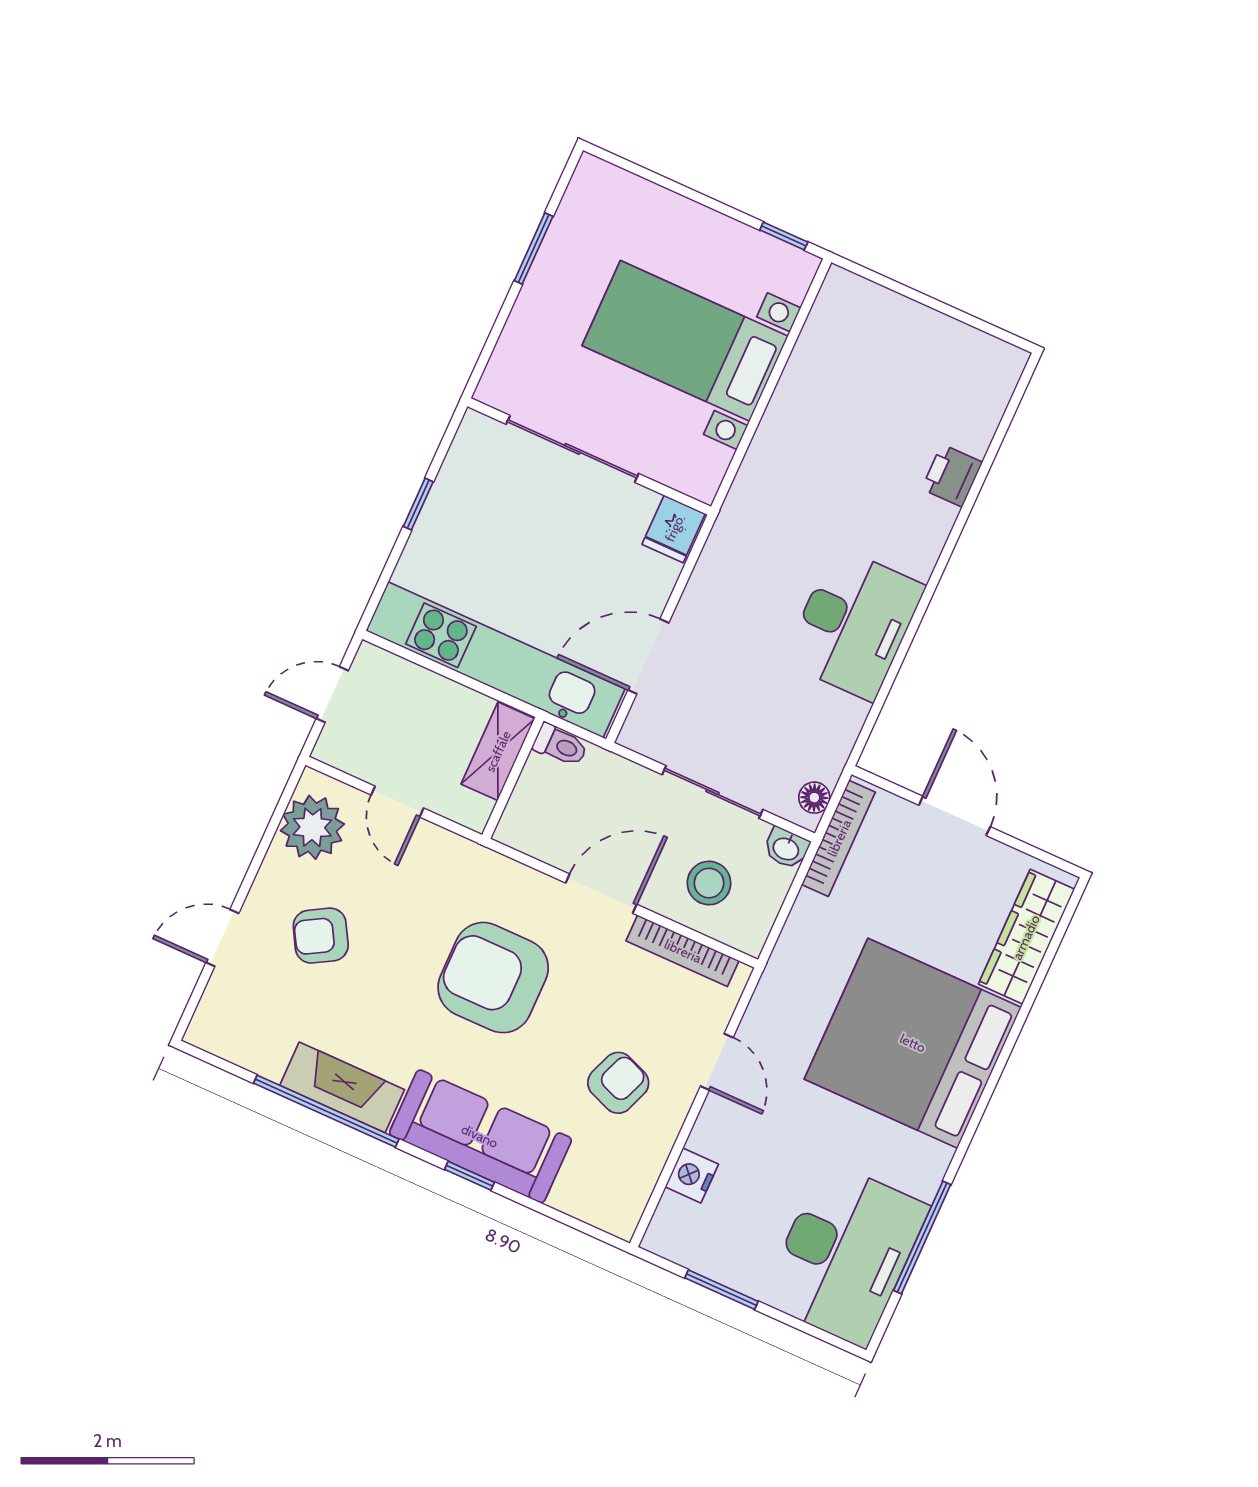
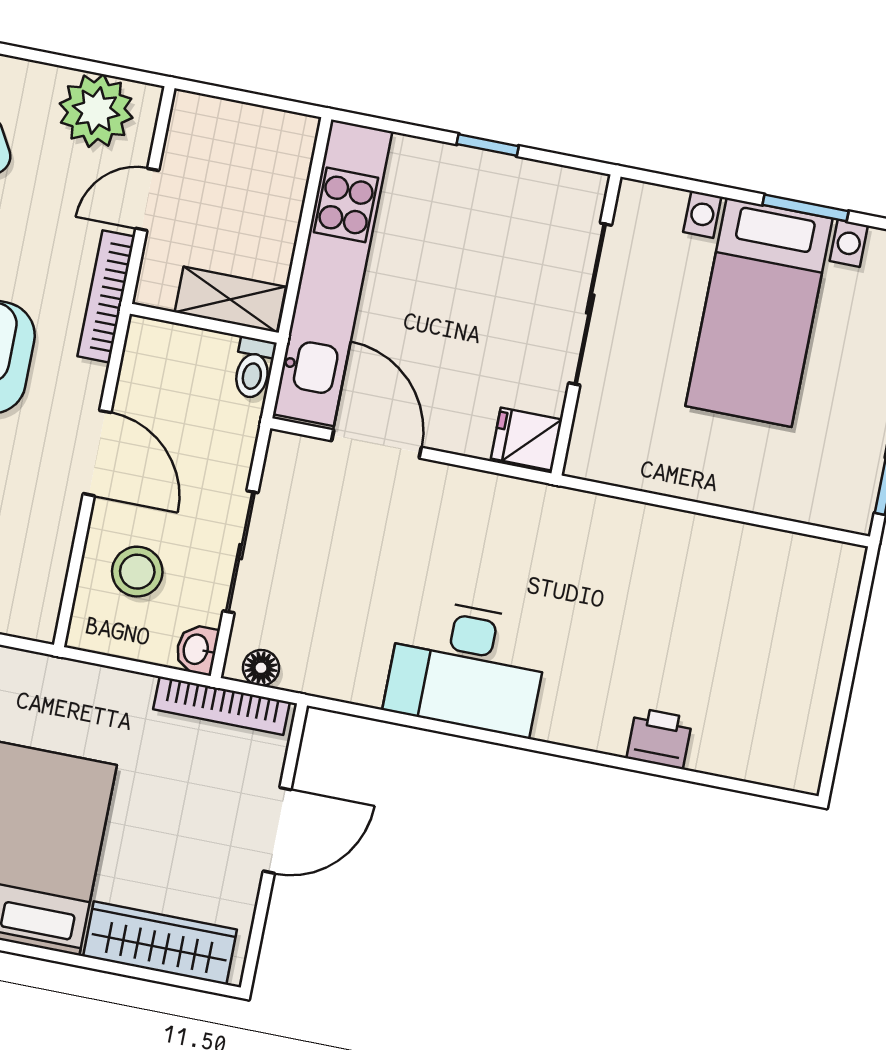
bed with nightstands: (685, 341) -> (759, 312), moved, turned 180
door: (332, 694) -> (251, 98), removed
bookcase: (683, 951) -> (106, 296), moved

